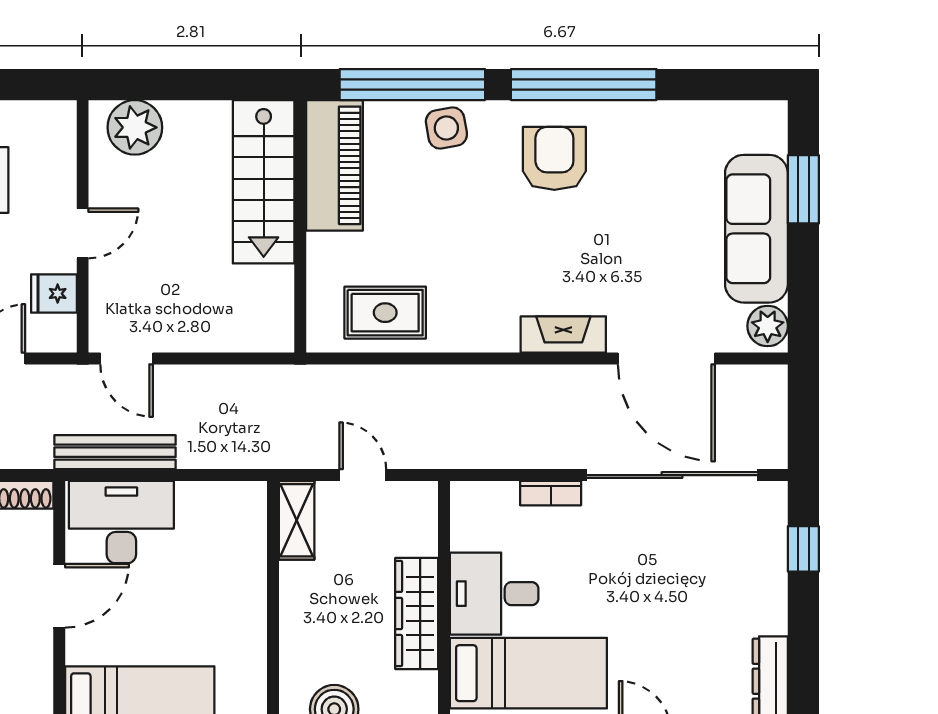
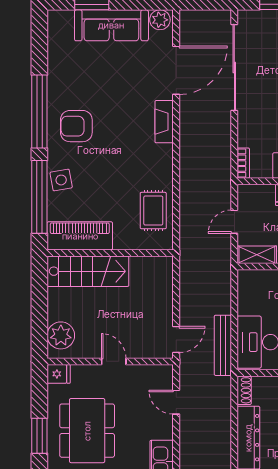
fridge: (54, 294) -> (59, 374), moved, turned -90
bookcase: (551, 493) -> (243, 163), moved

